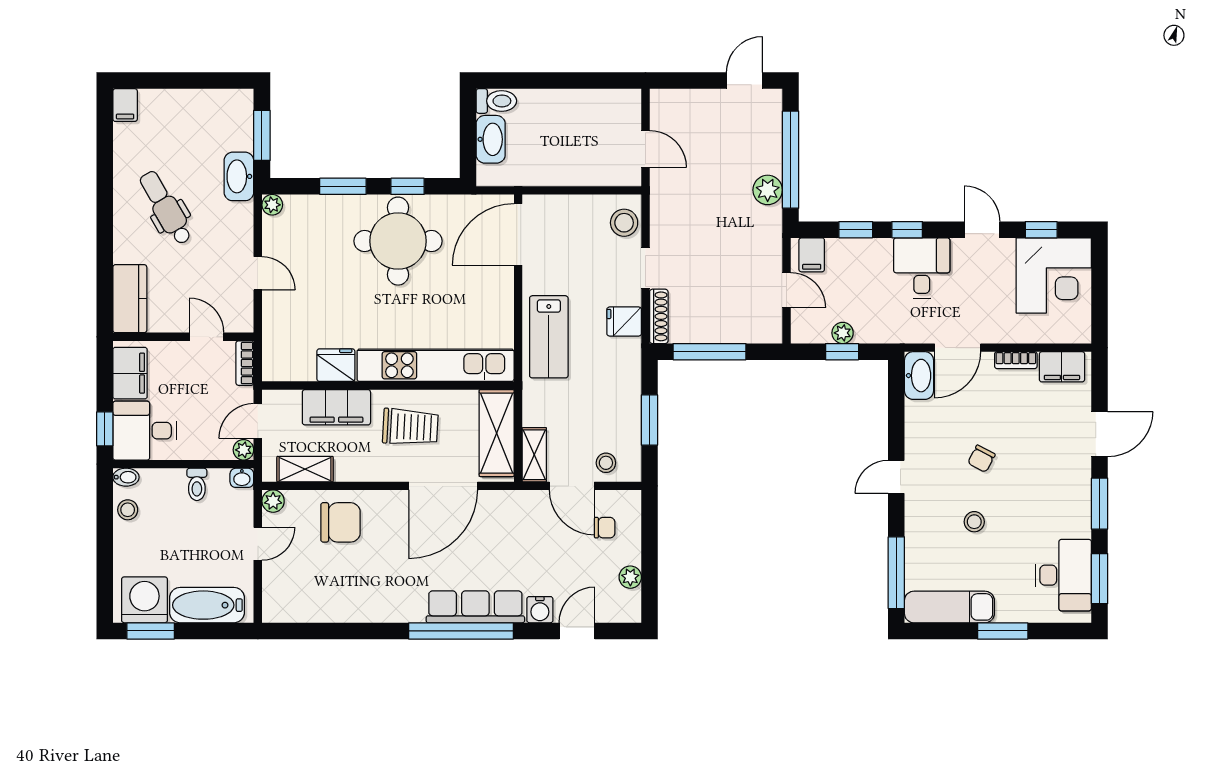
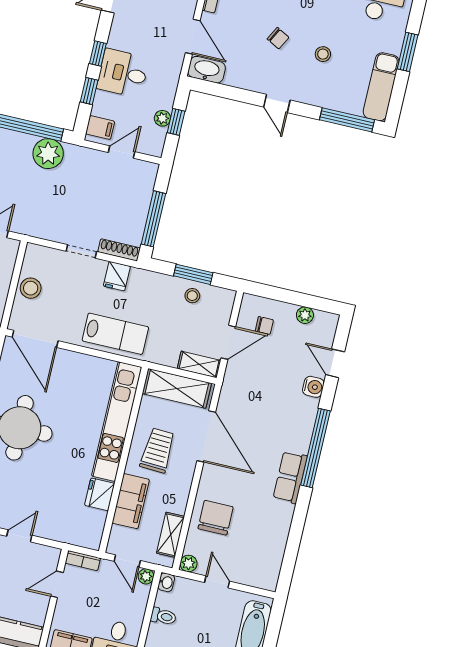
plant: (768, 190) -> (48, 154), width x1.36, depth x1.36
stool: (624, 223) -> (31, 288), moved
desk: (922, 268) -> (123, 73), moved
stool: (606, 463) -> (192, 296), moved
chair: (605, 528) -> (264, 325), turned 90
row of seats: (475, 607) -> (290, 477), moved, width x0.68

